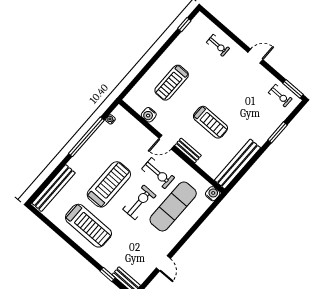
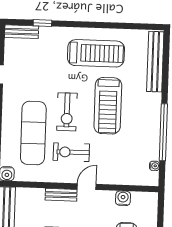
treadmill: (88, 226) -> (96, 53), turned 180

